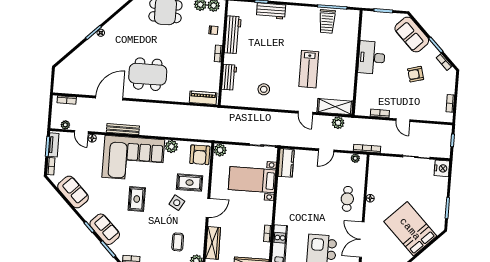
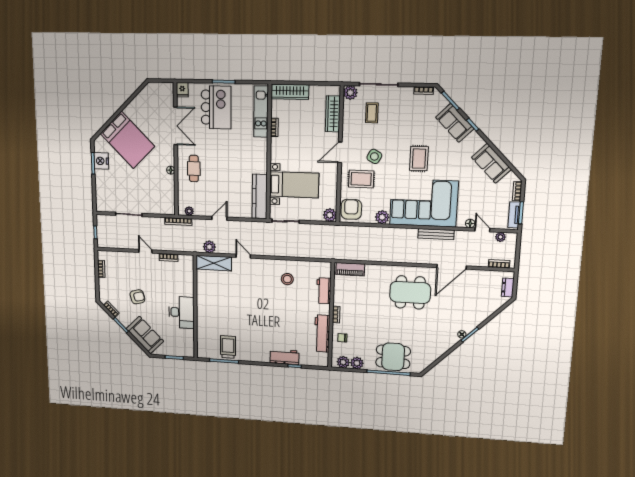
lab bench: (309, 69) -> (243, 300), removed
dresser: (59, 78) -> (508, 287), added
kitchen counter: (286, 163) -> (260, 196), width x1.50
nightstand: (442, 168) -> (101, 161), moved

